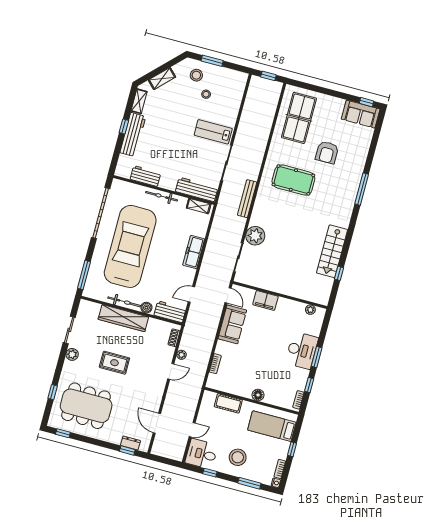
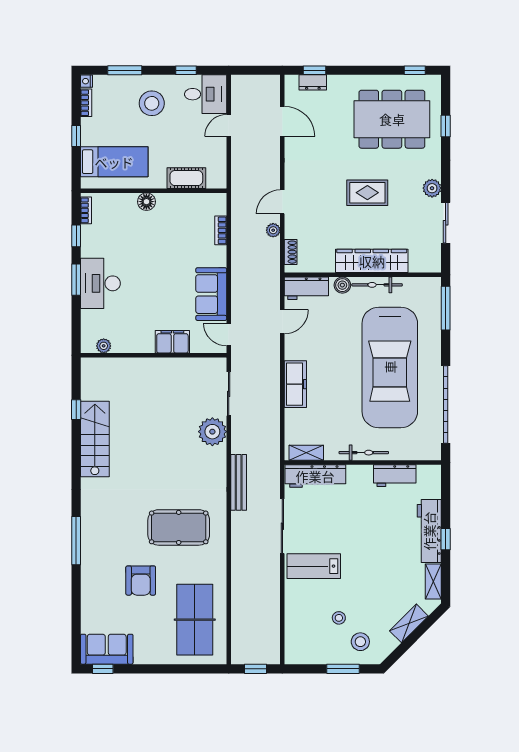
lab bench: (213, 132) -> (314, 566), turned 180
armchair: (327, 152) -> (141, 581), turned 180

